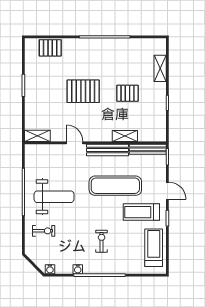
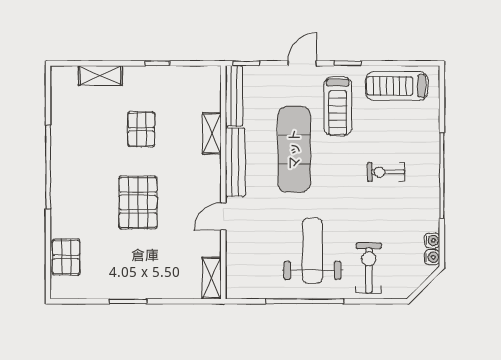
exercise bike: (44, 231) -> (369, 268), width x1.38, depth x1.39
water cooler: (78, 269) -> (432, 240), moved

